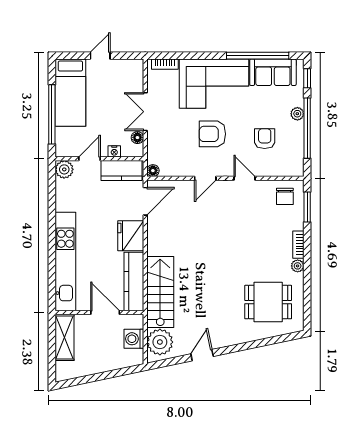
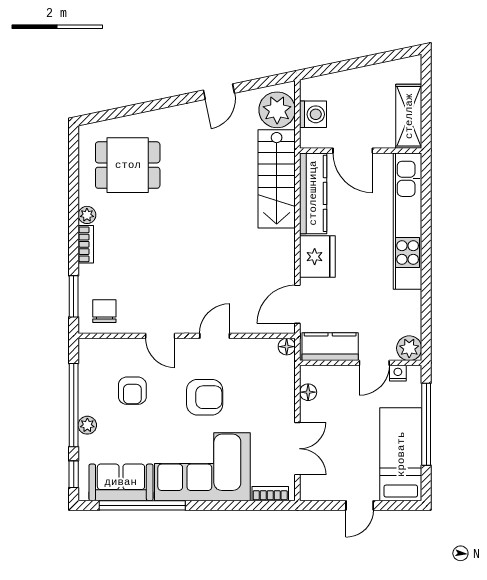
double door: (145, 112) -> (297, 449), moved
nightstand: (114, 151) -> (398, 373), moved

